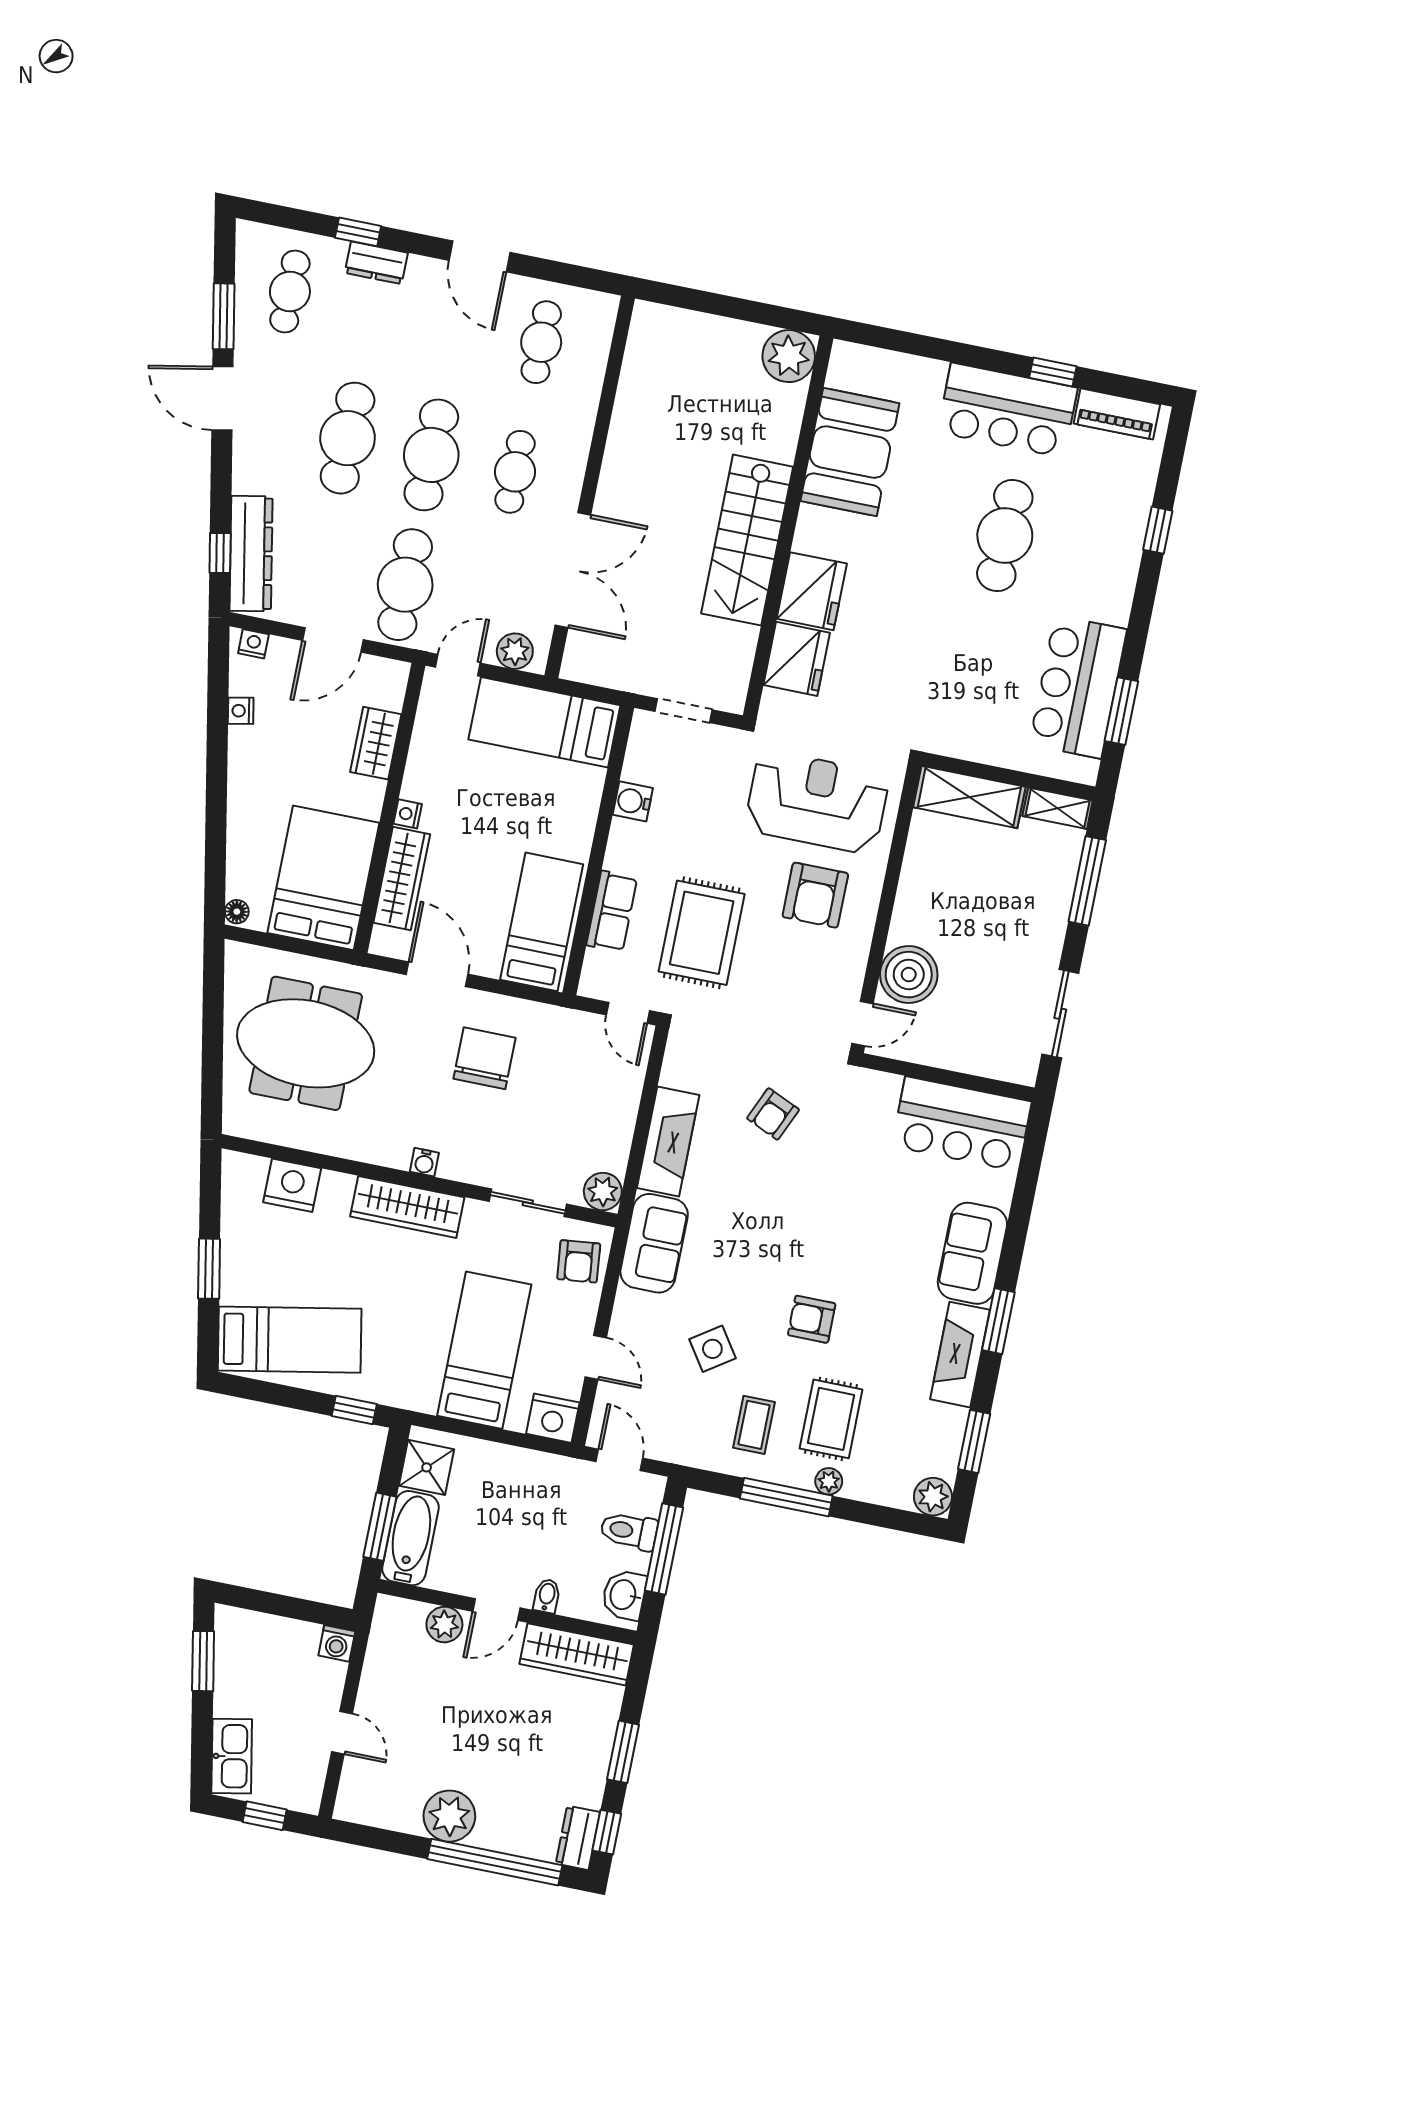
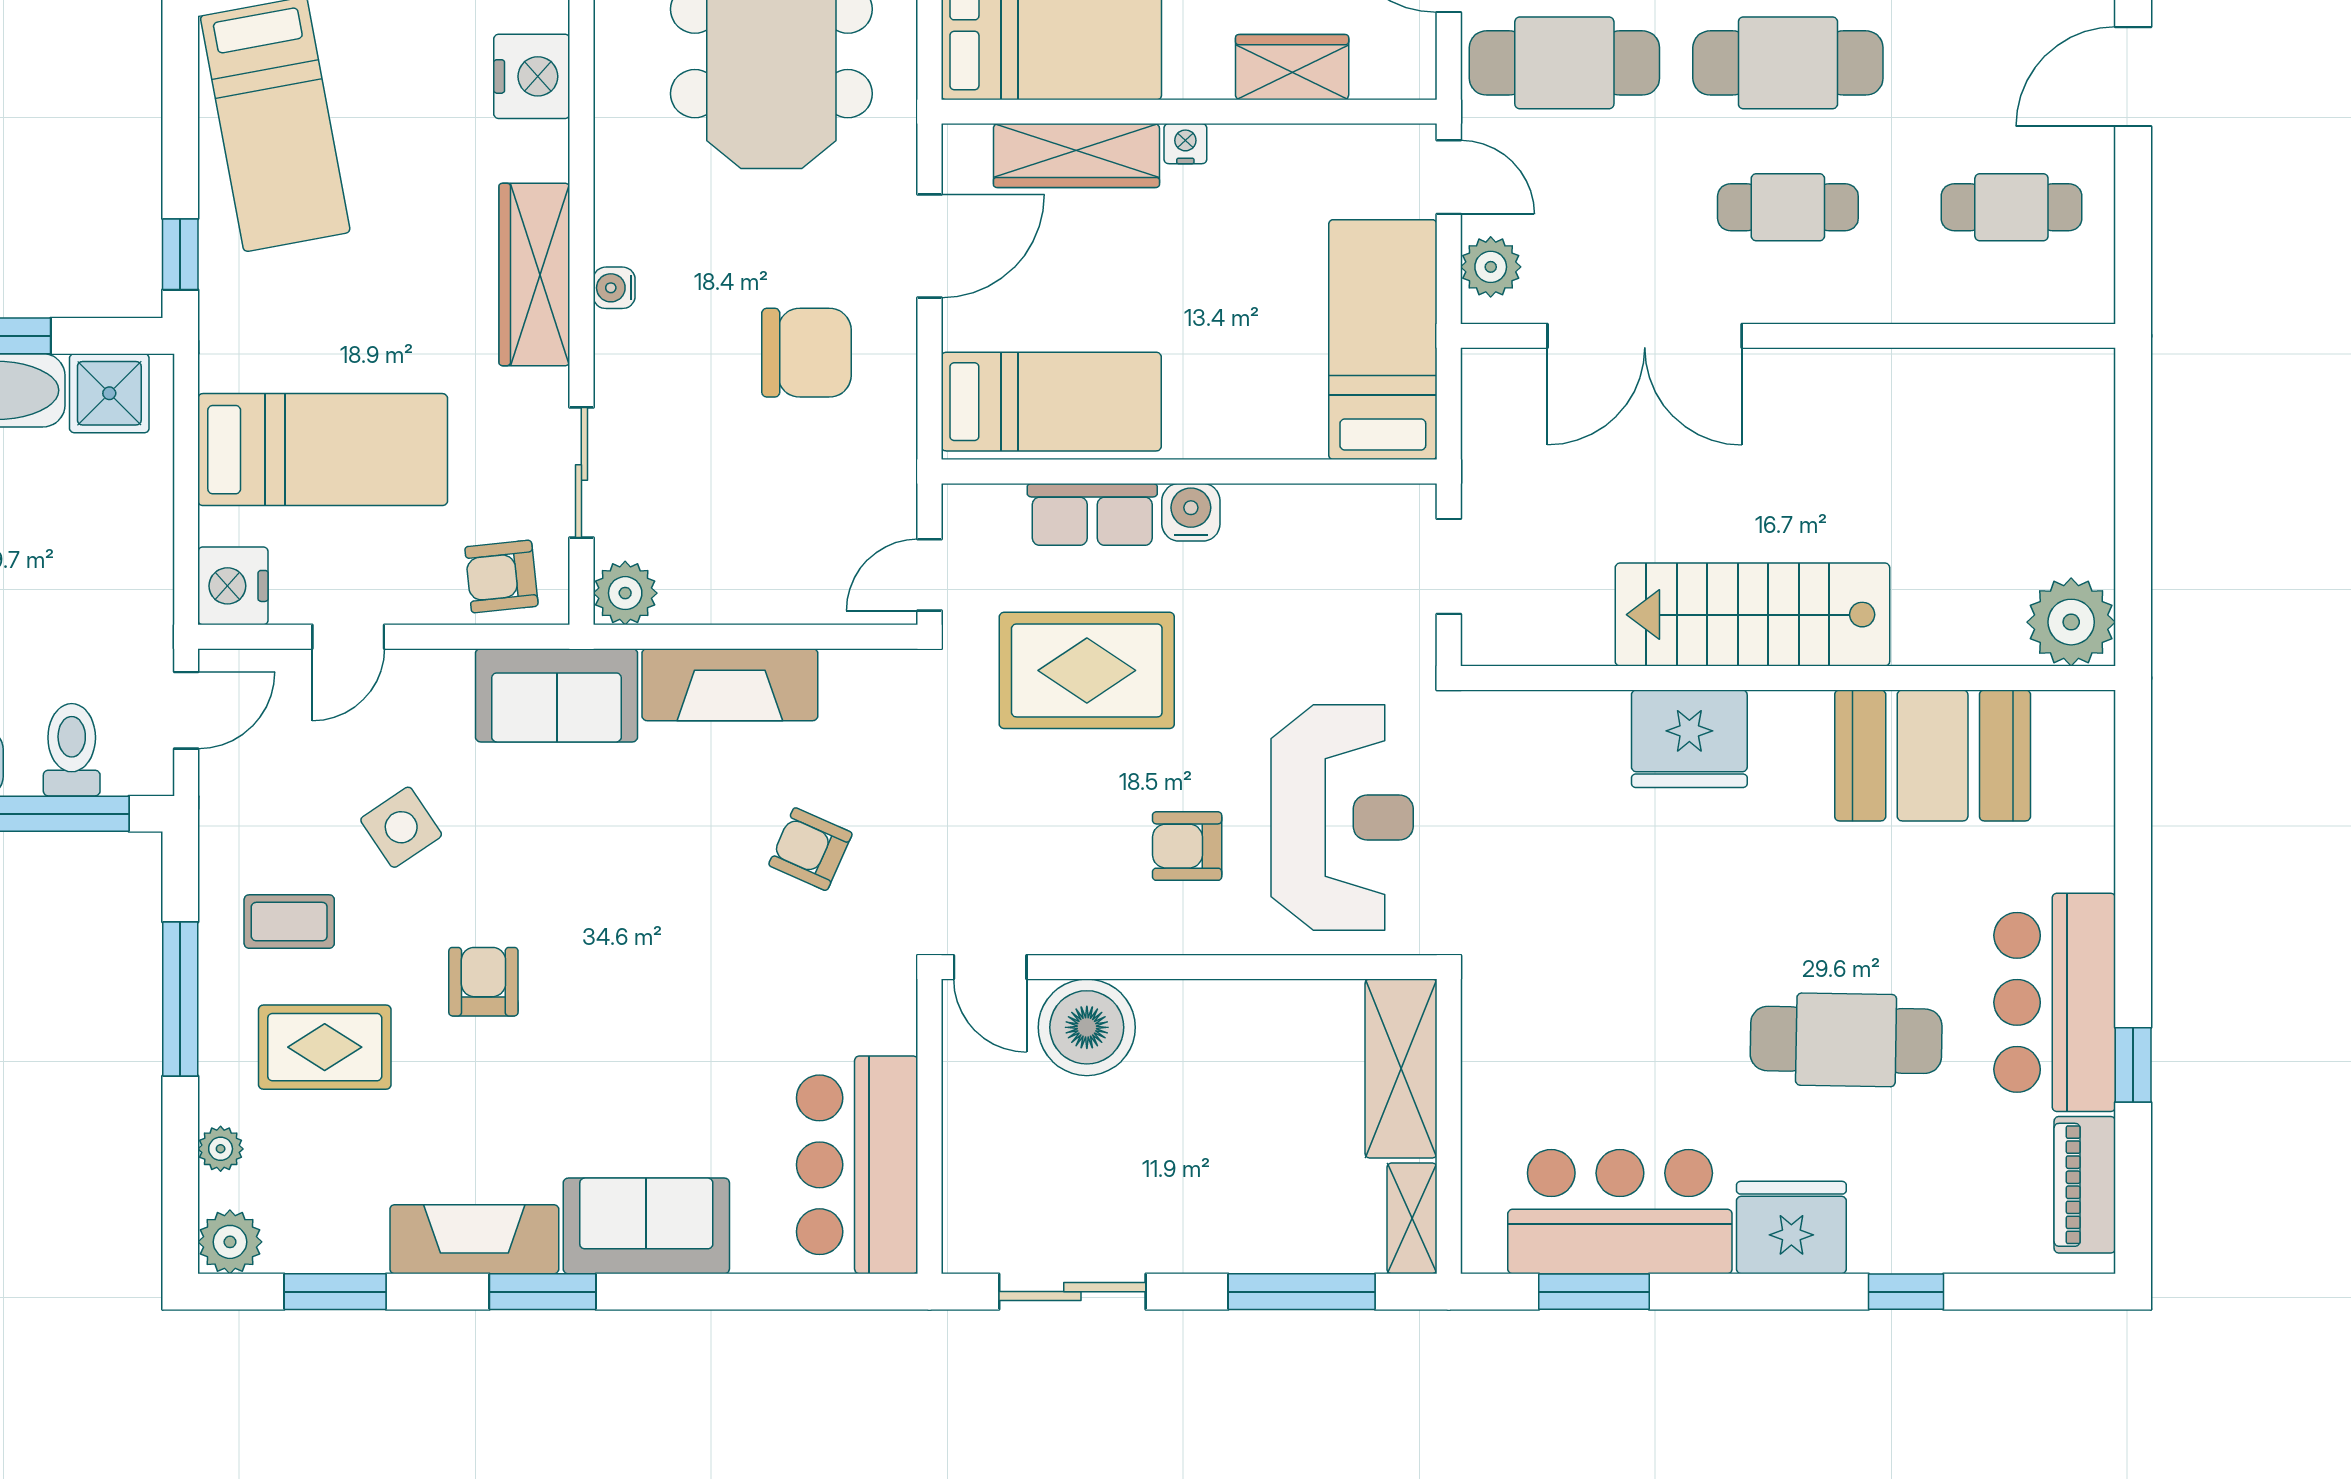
fridge: (797, 659) -> (1791, 1228), moved, turned 180
water cooler: (633, 801) -> (1191, 512), moved
armchair: (815, 895) -> (1187, 846), width x0.72, depth x0.72
plant: (829, 1481) -> (221, 1149), moved

